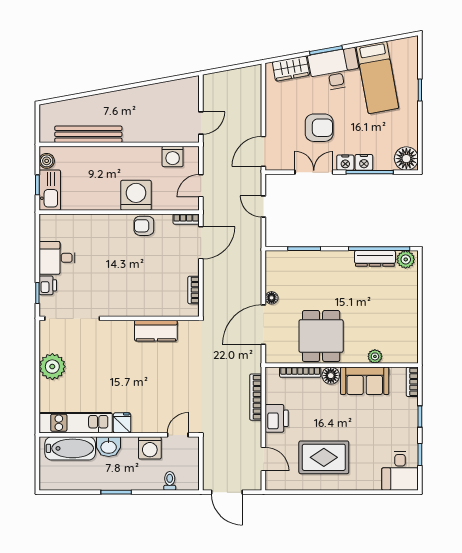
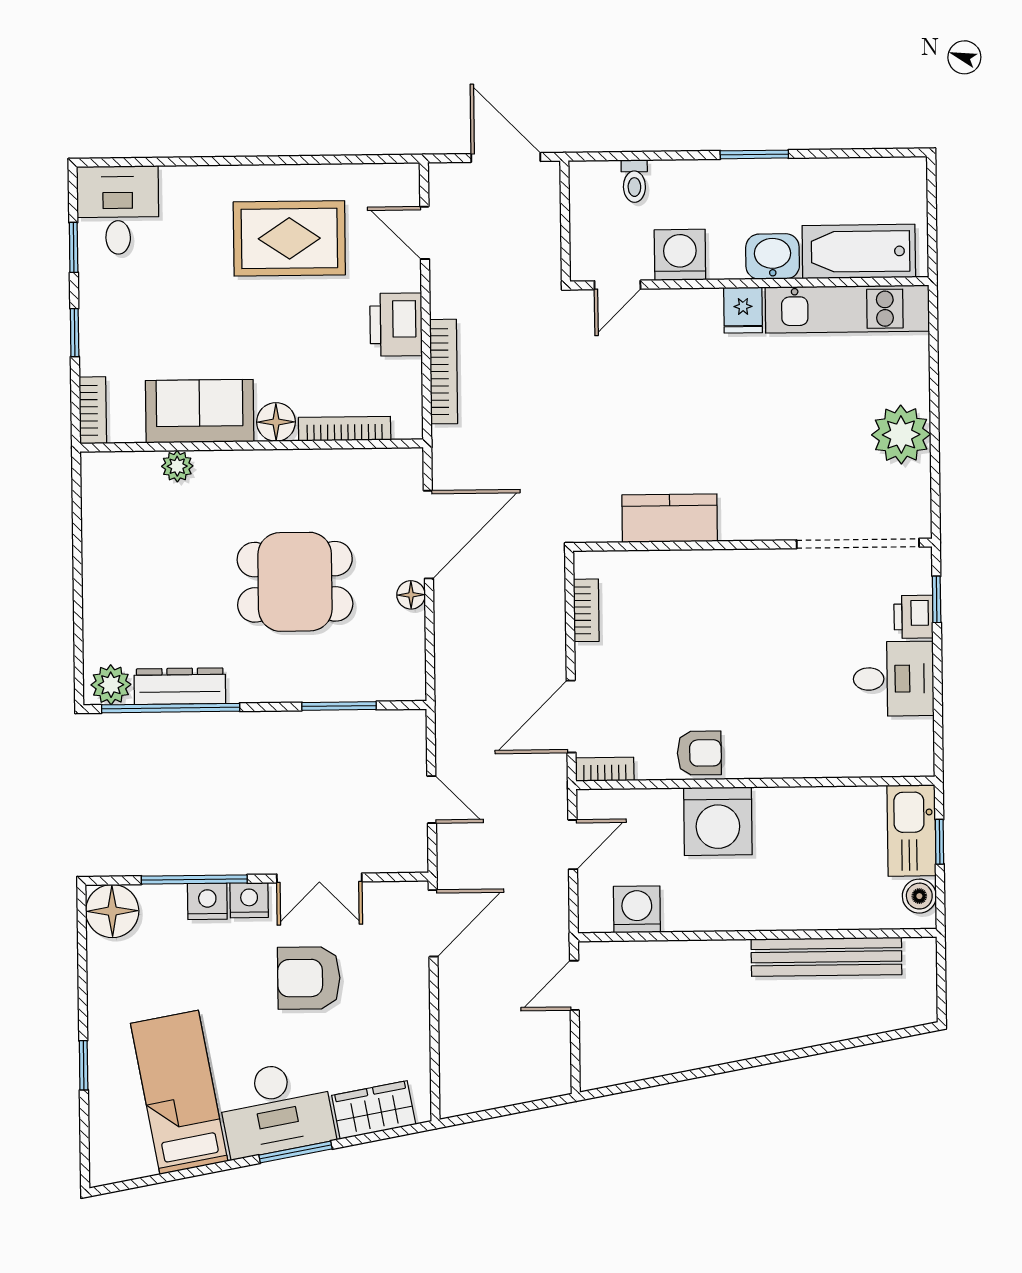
dining table: (321, 336) -> (295, 582), moved, turned 90

